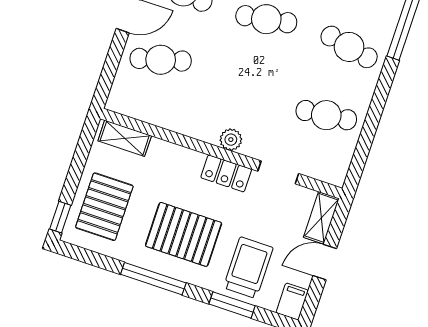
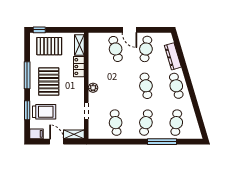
locker: (226, 173) -> (79, 67), moved

